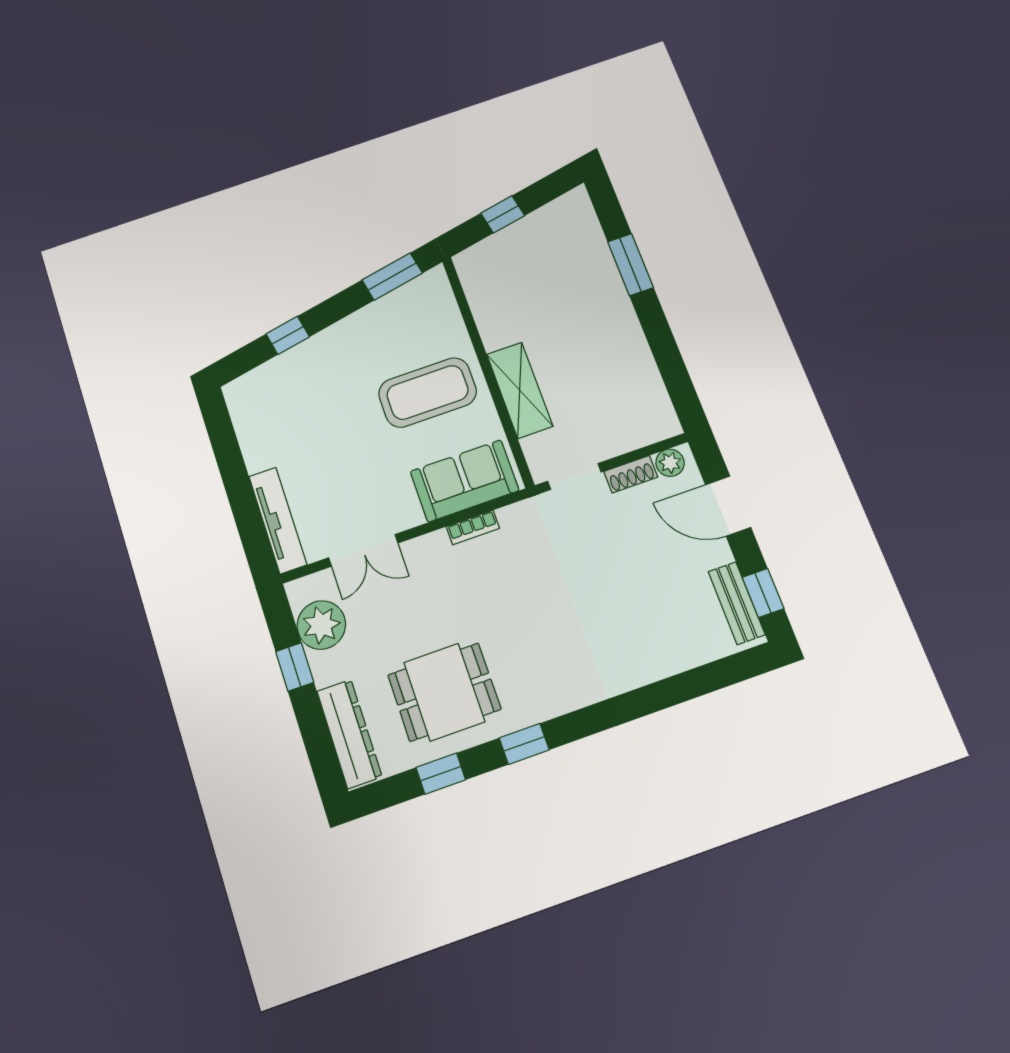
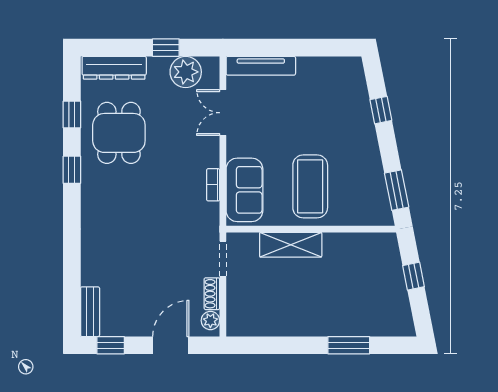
bench: (737, 603) -> (90, 312), moved, turned 90

